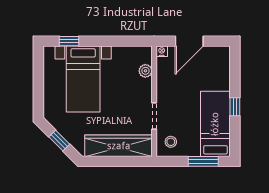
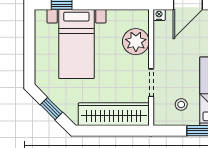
plant: (145, 71) -> (136, 42), width x1.88, depth x1.88
stool: (171, 142) -> (181, 105), moved

